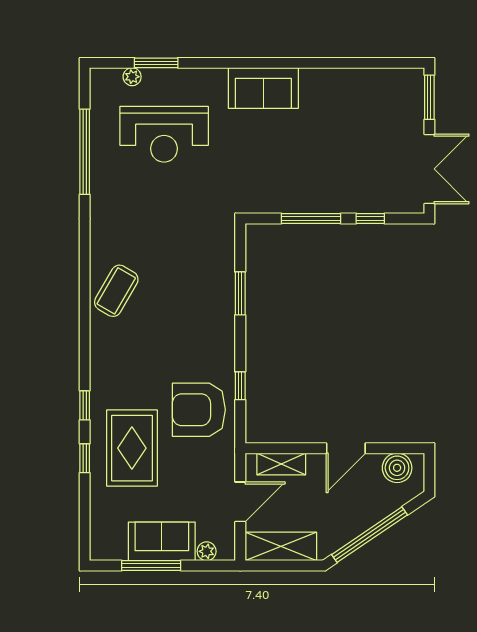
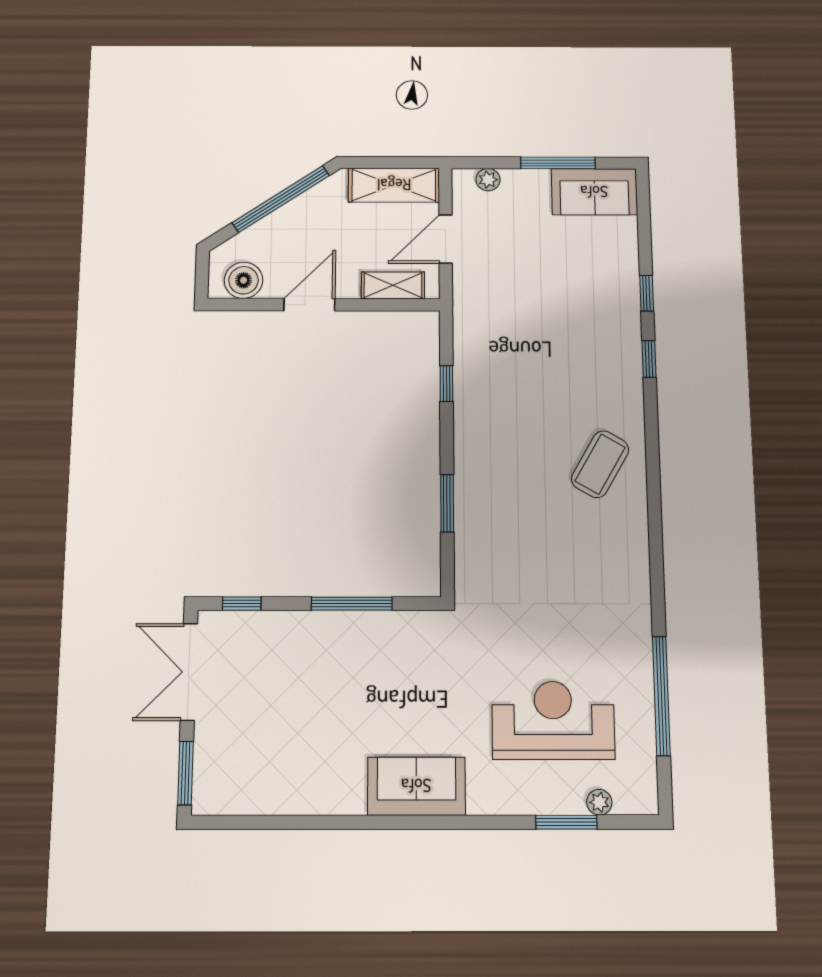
window: (370, 219) -> (242, 604), moved
coffee table: (116, 291) -> (600, 464), moved
armchair: (199, 410) -> (500, 353), removed
rug: (132, 448) -> (586, 306), removed
sofa: (162, 541) -> (594, 192), moved

